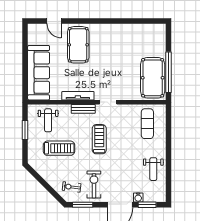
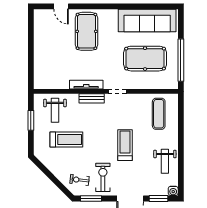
sofa: (39, 73) -> (147, 21), moved, turned 90
pool table: (153, 78) -> (145, 59), moved, turned 90
treadmill: (99, 139) -> (125, 145), moved
water cooler: (138, 197) -> (173, 191), moved

